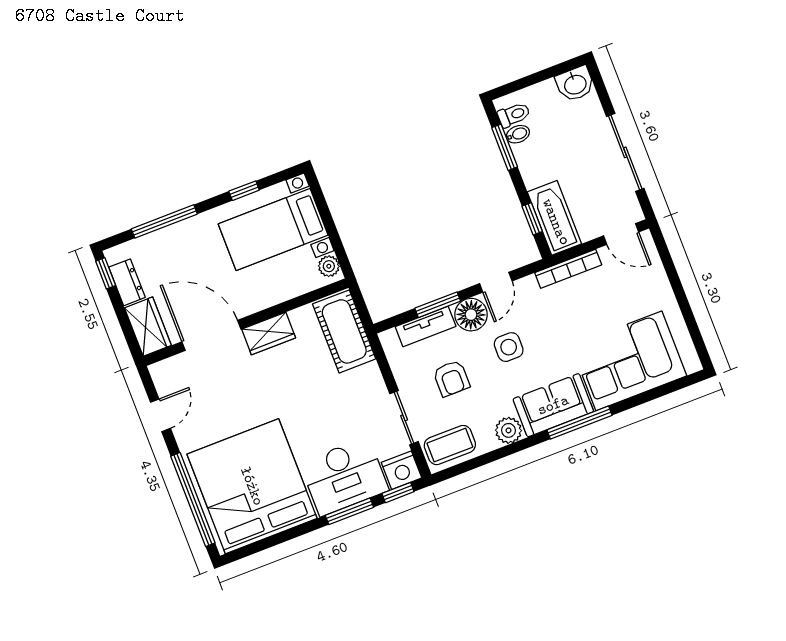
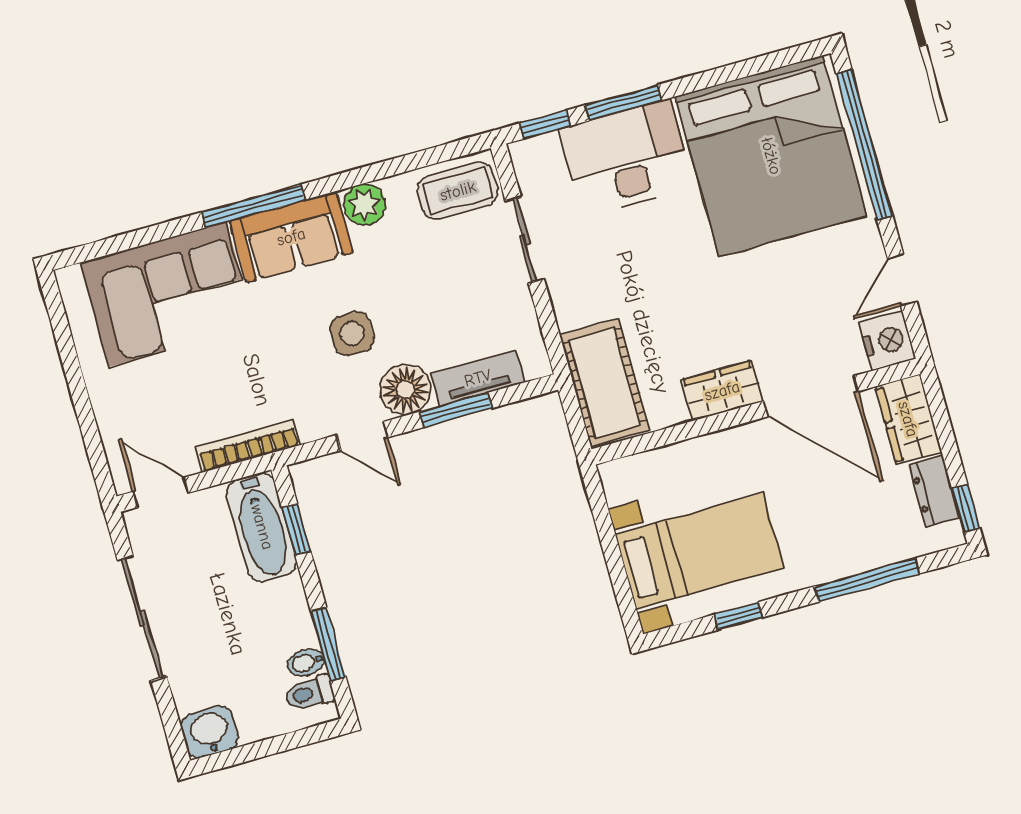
plant: (329, 266) -> (619, 486), removed
door: (496, 282) -> (362, 436), swing flipped
armchair: (451, 378) -> (445, 294), removed
nightstand: (401, 470) -> (887, 340), moved, turned 90

